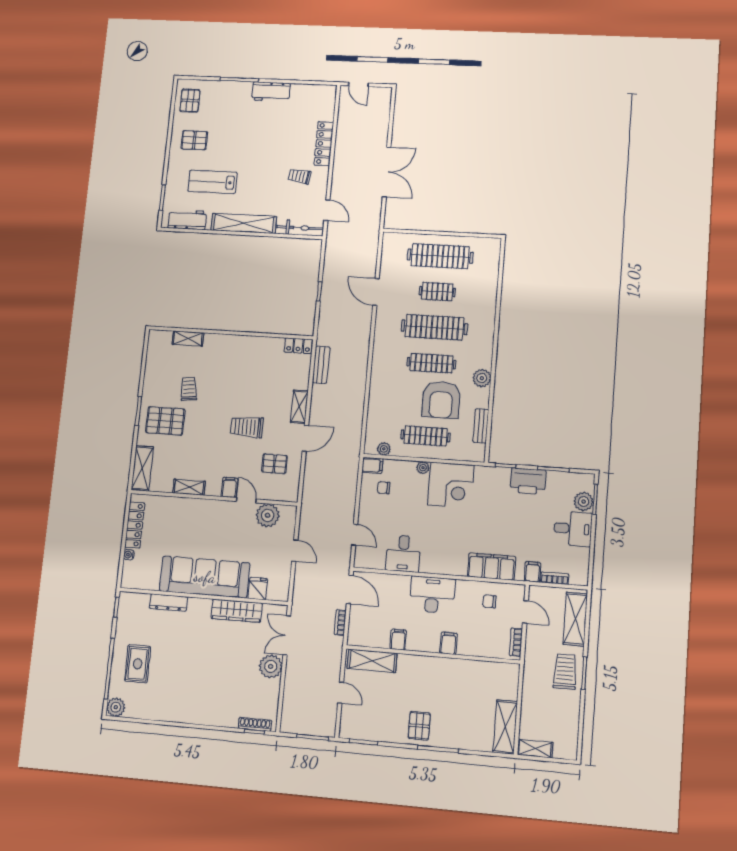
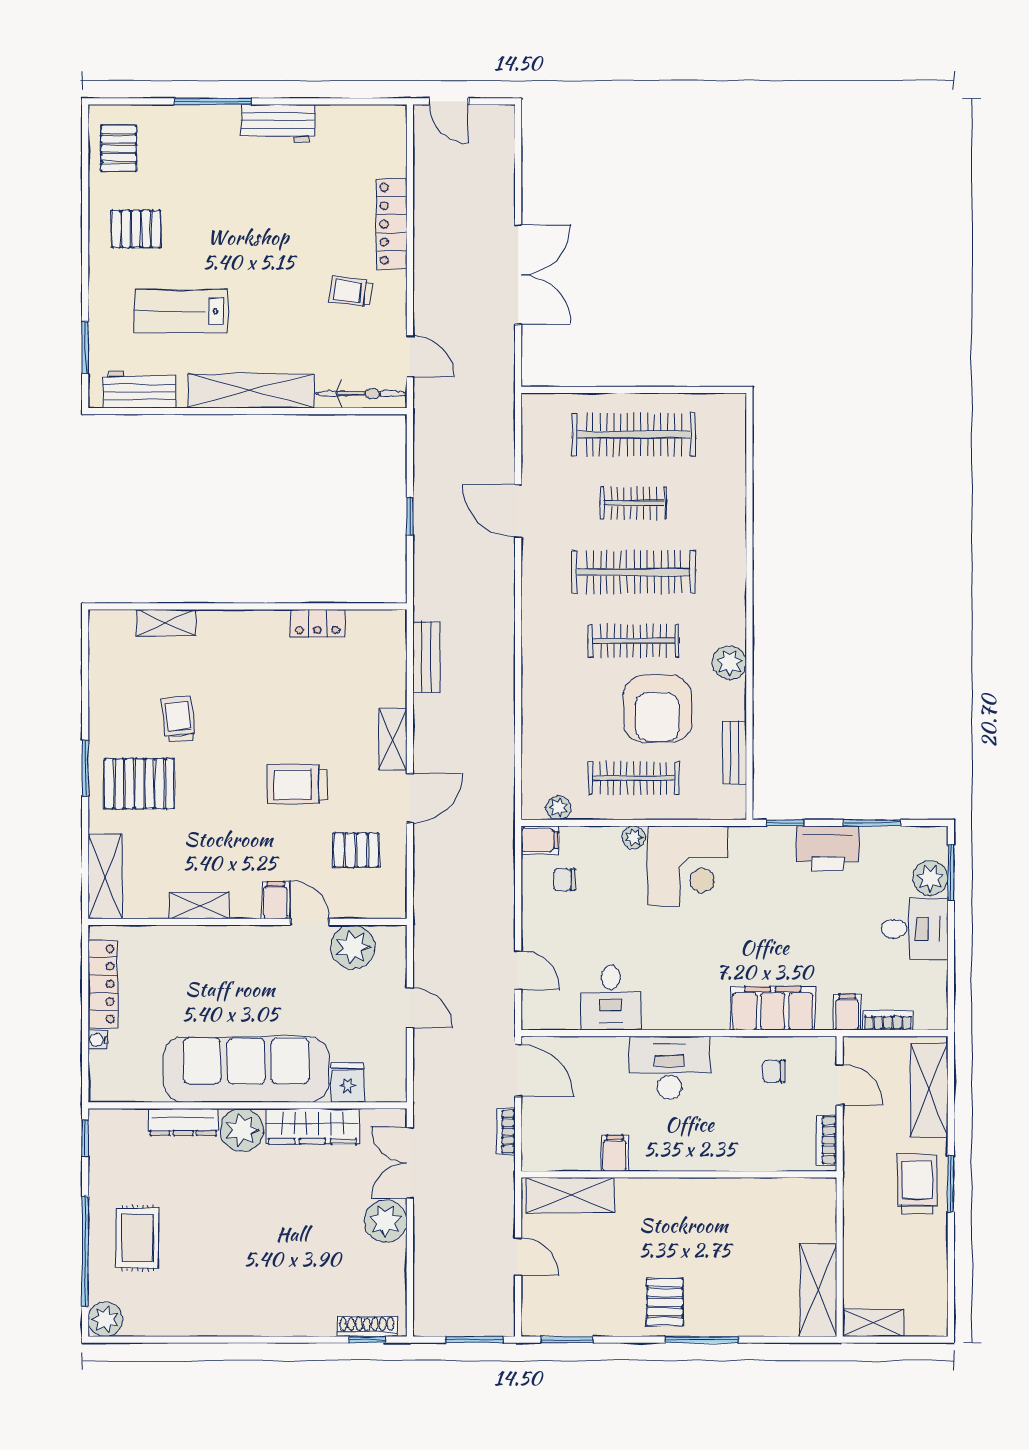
locker: (298, 346) -> (318, 623), moved
plant: (199, 610) -> (242, 1130), added
filing cabinet: (449, 643) -> (706, 1152), removed

